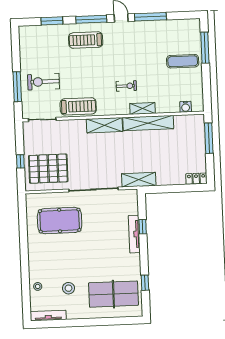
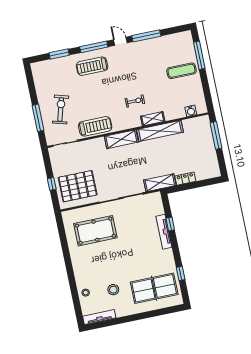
exercise bike: (43, 82) -> (61, 109), turned 106
locker: (196, 179) -> (185, 179), moved

